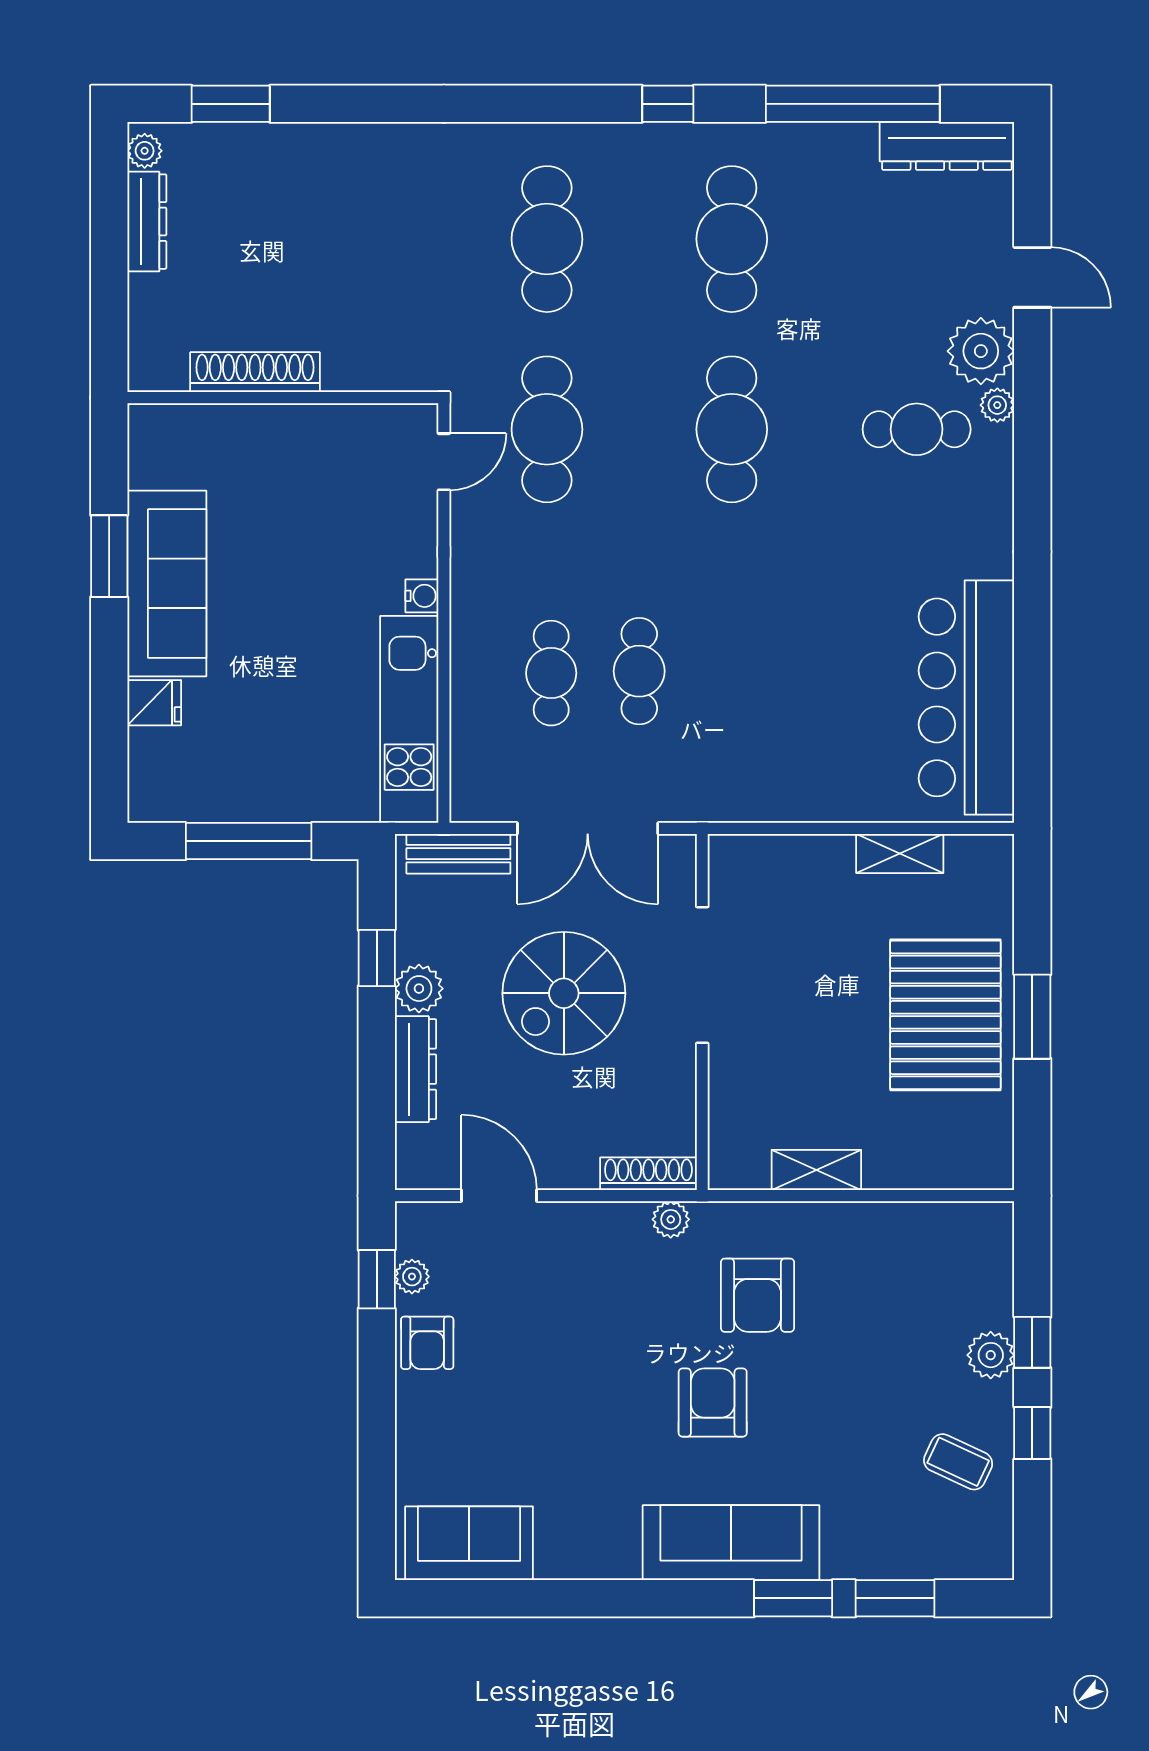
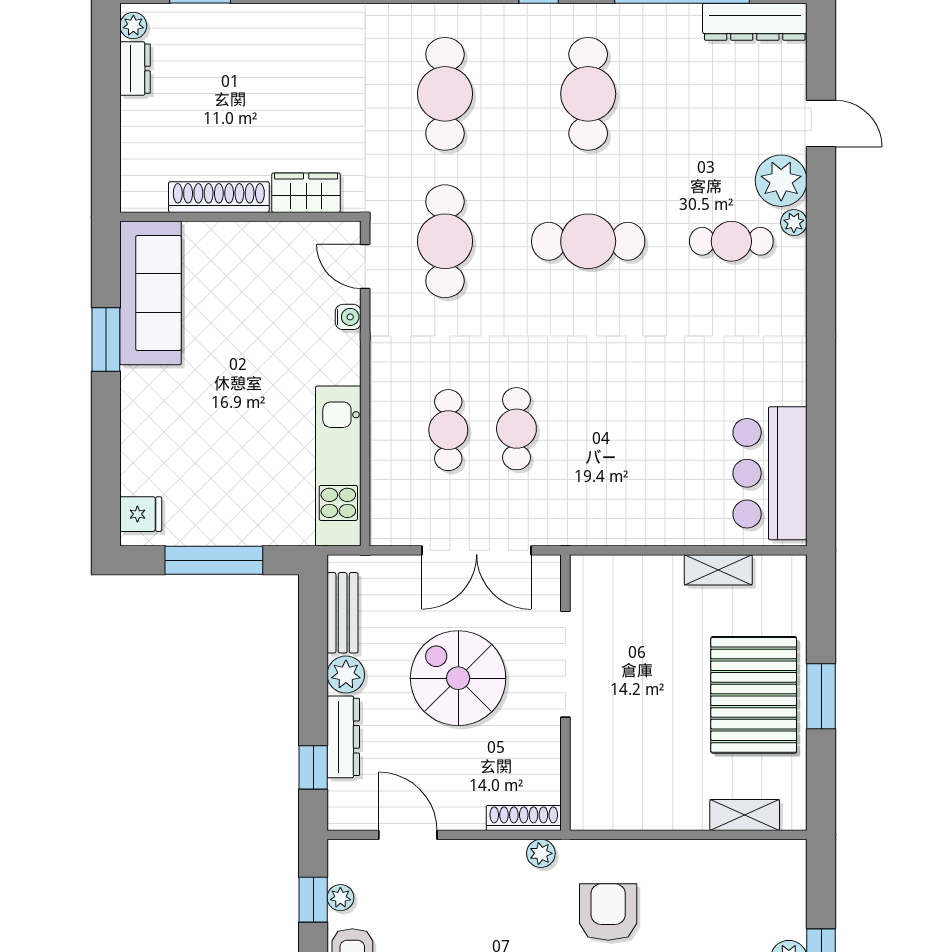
dresser: (147, 222) -> (135, 69), width x0.70
wardrobe: (368, 367) -> (306, 193), added
cafe table: (732, 429) -> (588, 241), turned 90
door: (444, 462) -> (365, 266), swing flipped
sofa: (167, 584) -> (151, 293), moved
water cooler: (422, 596) -> (348, 317), moved
bar counter: (966, 697) -> (770, 473), width x0.73
fridge: (154, 703) -> (141, 514), moved
bench: (458, 854) -> (343, 613), moved, turned 90
window: (377, 958) -> (313, 767), moved
spiral stairs: (564, 993) -> (458, 678), turned 90
shelving: (816, 1170) -> (745, 815), moved
armchair: (757, 1295) -> (608, 912), turned 180

